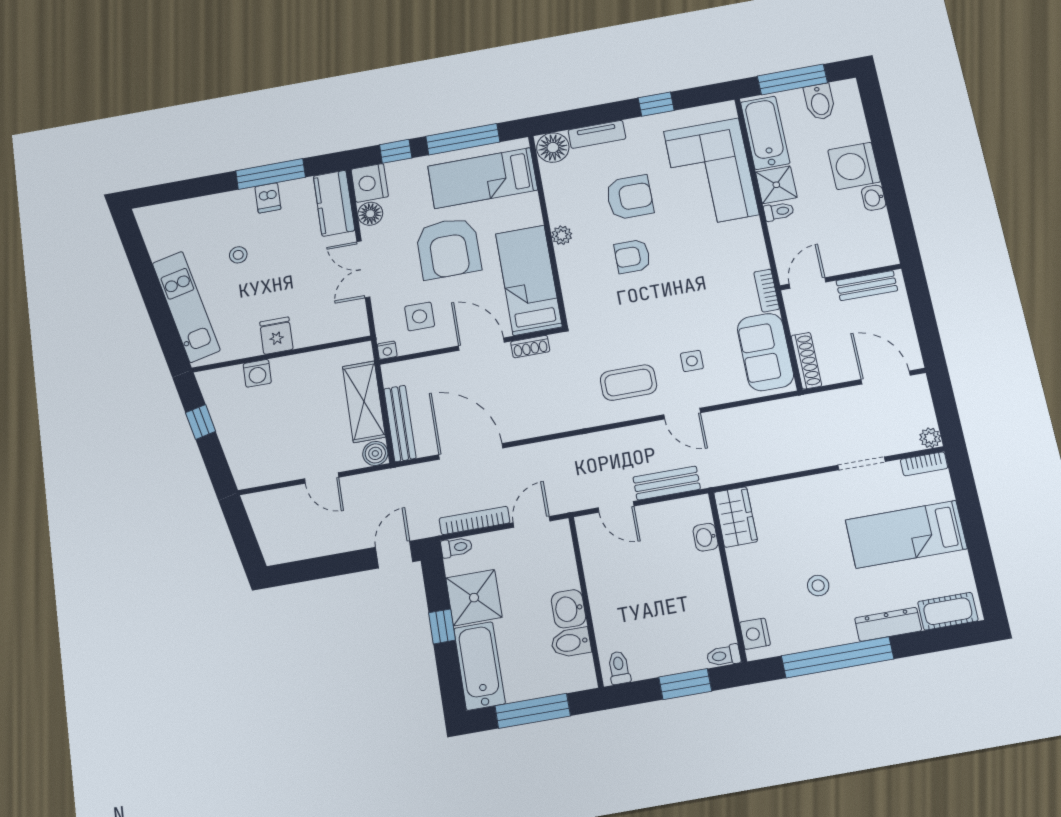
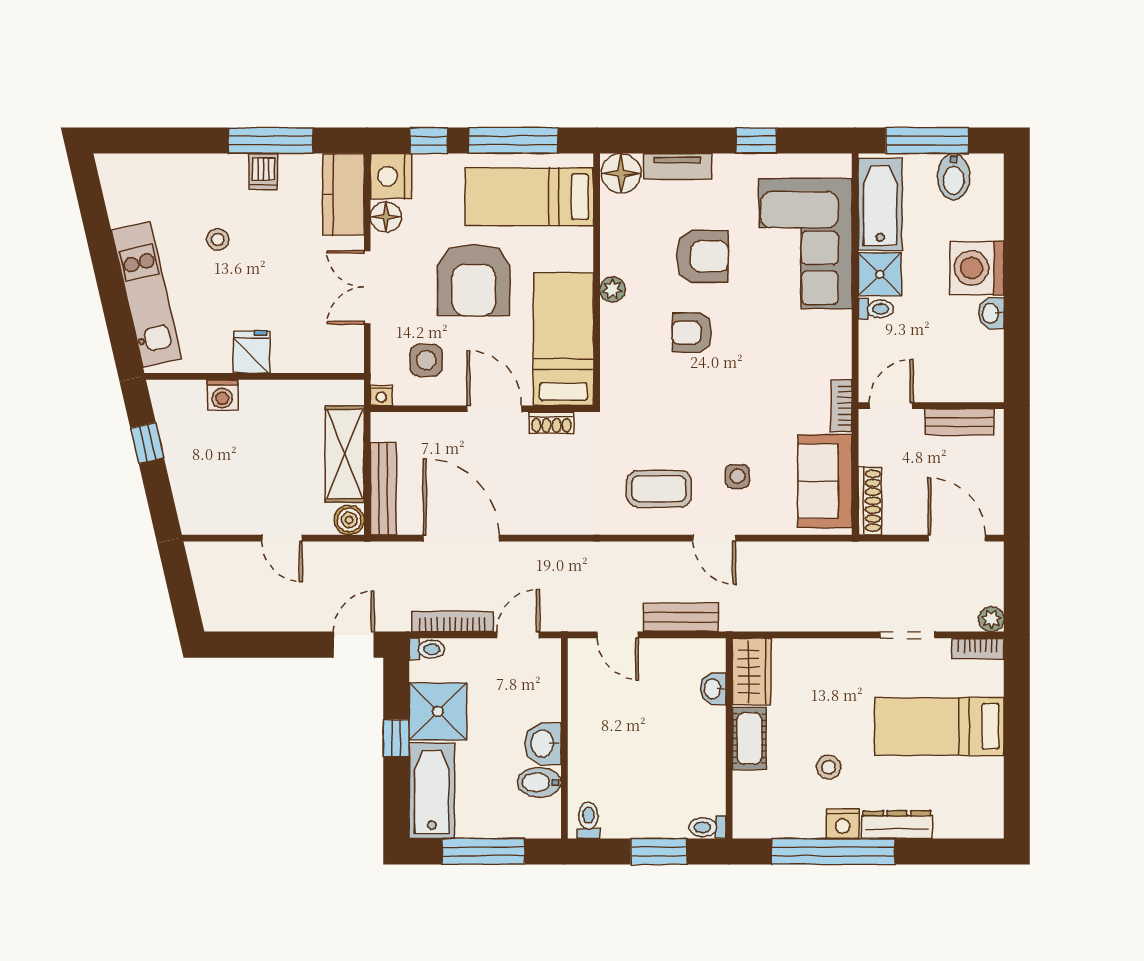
cot: (948, 611) -> (749, 738), moved, turned 90
nightstand: (755, 634) -> (843, 824), moved, turned -90

